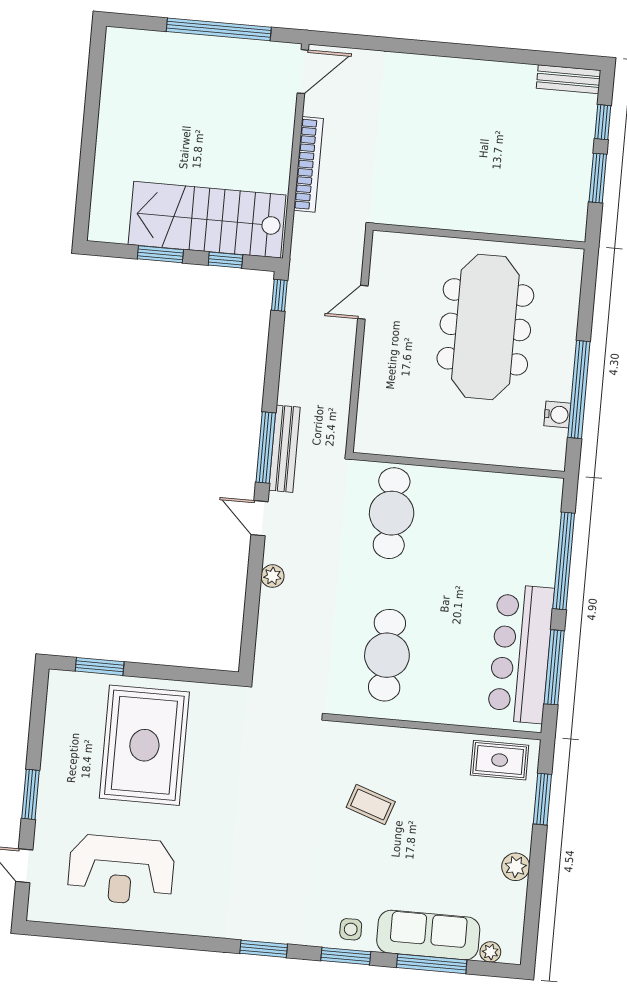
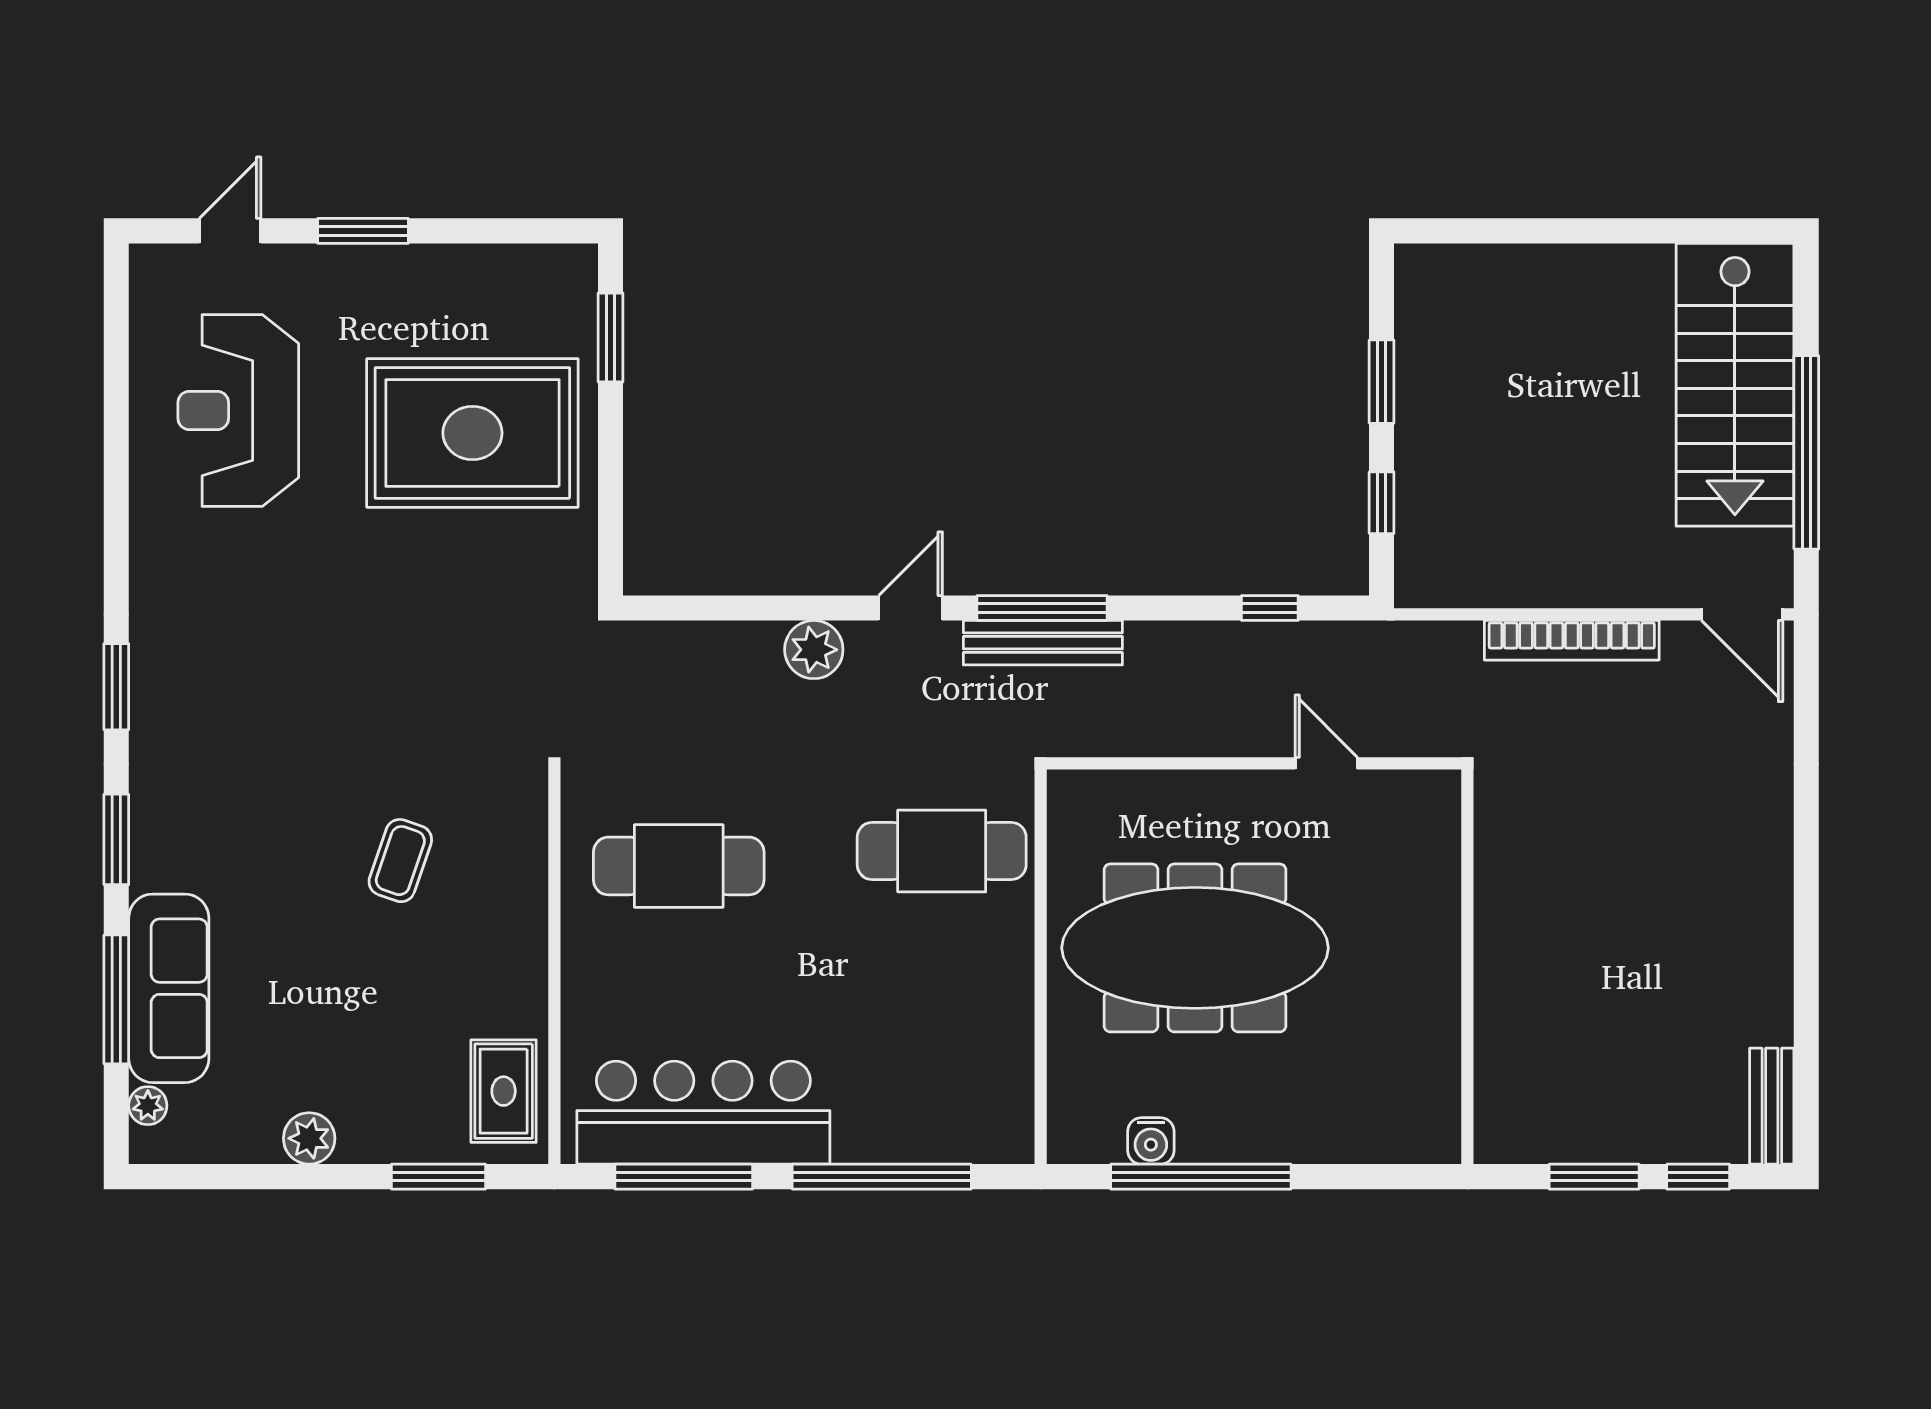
stairs: (207, 220) -> (1735, 385), moved, turned 180
window: (279, 295) -> (1270, 608), moved
meeting table: (485, 327) -> (1195, 948), moved
plant: (272, 576) -> (814, 650), width x1.38, depth x1.38
side table: (351, 929) -> (167, 844), removed

